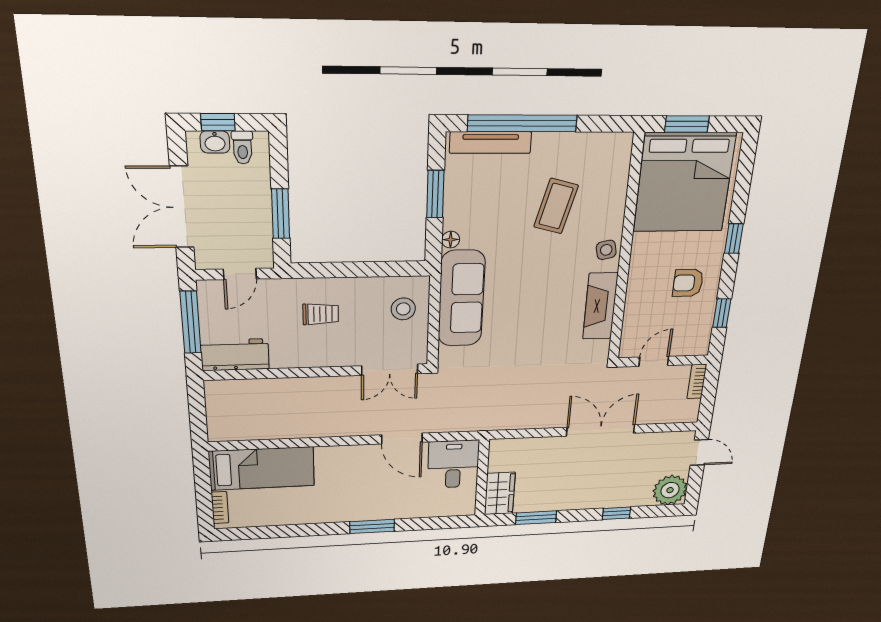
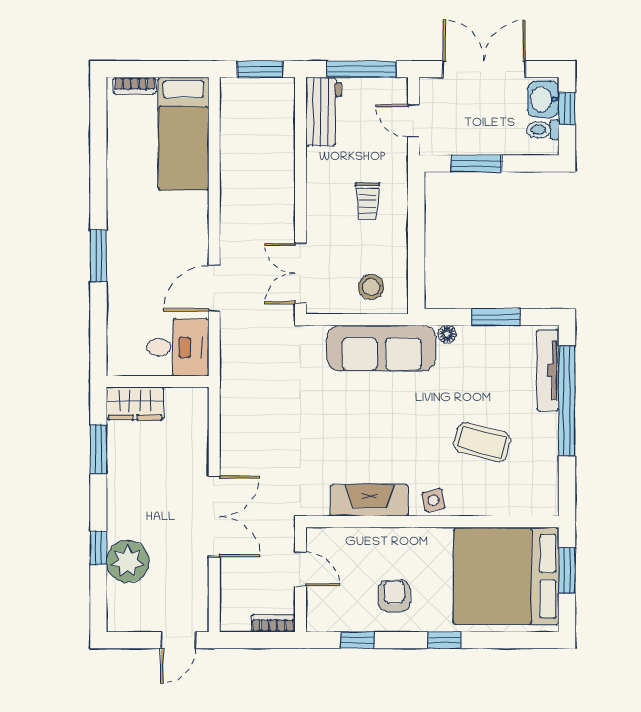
washbasin: (215, 142) -> (543, 99), width x1.38, depth x1.45
window: (197, 409) -> (260, 69), added
plant: (670, 490) -> (128, 561), moved

